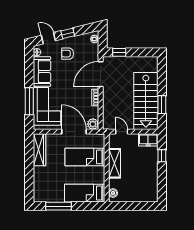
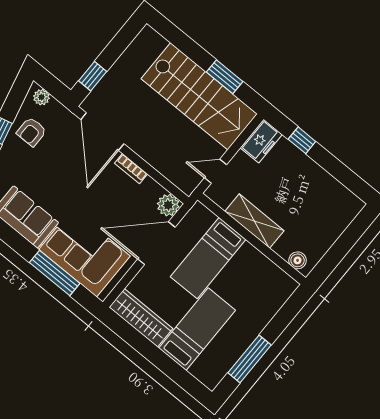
armchair: (68, 54) -> (32, 132), moved
bed: (85, 193) -> (197, 329), moved, turned 180

